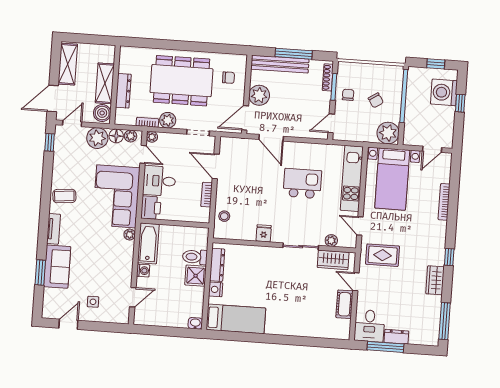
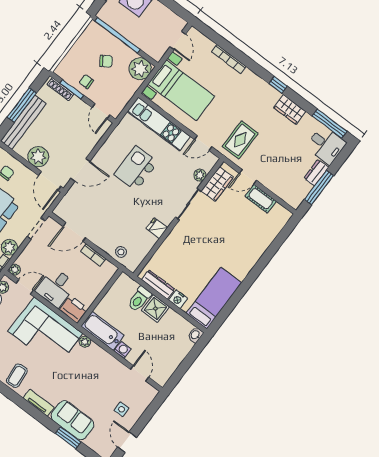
desk: (369, 326) -> (326, 145), moved

